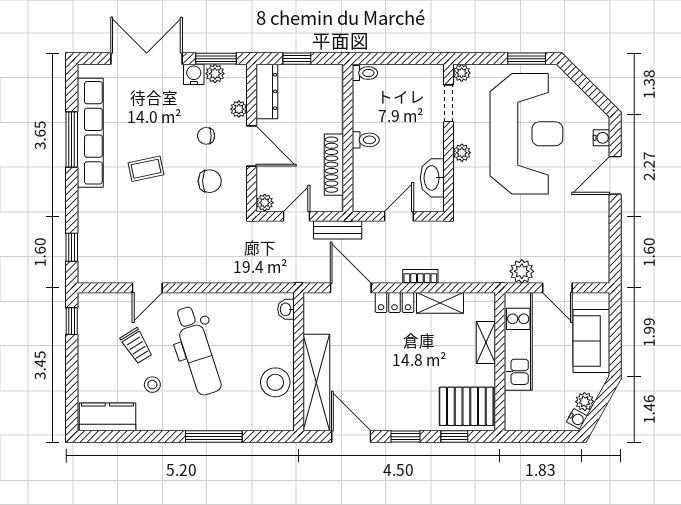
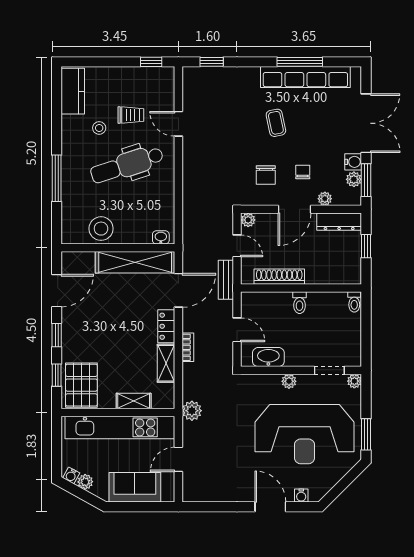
plant: (522, 271) -> (192, 411), moved
kitchen unit: (518, 341) -> (120, 427), width x1.36
trolley: (137, 346) -> (131, 115), turned -148
shelving: (316, 382) -> (135, 262), moved

